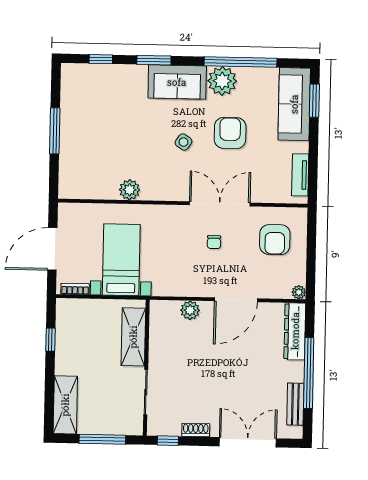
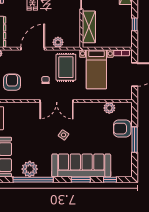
plant: (222, 81) -> (30, 169), moved
sofa: (177, 82) -> (81, 165), width x1.85, depth x1.27
armchair: (230, 133) -> (122, 129), moved, turned 90
plant: (130, 190) -> (109, 108), moved
double door: (220, 204) -> (57, 101), moved
rug: (177, 265) -> (66, 67), added

